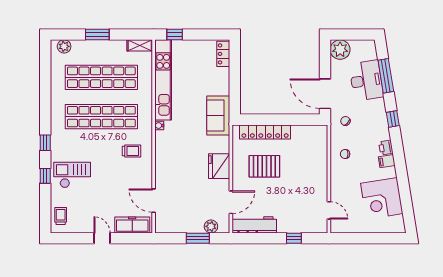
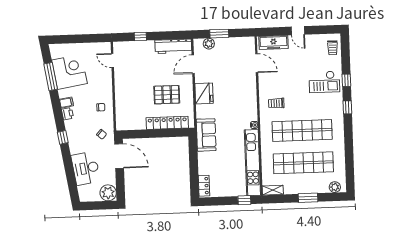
window: (386, 76) -> (51, 77), moved

